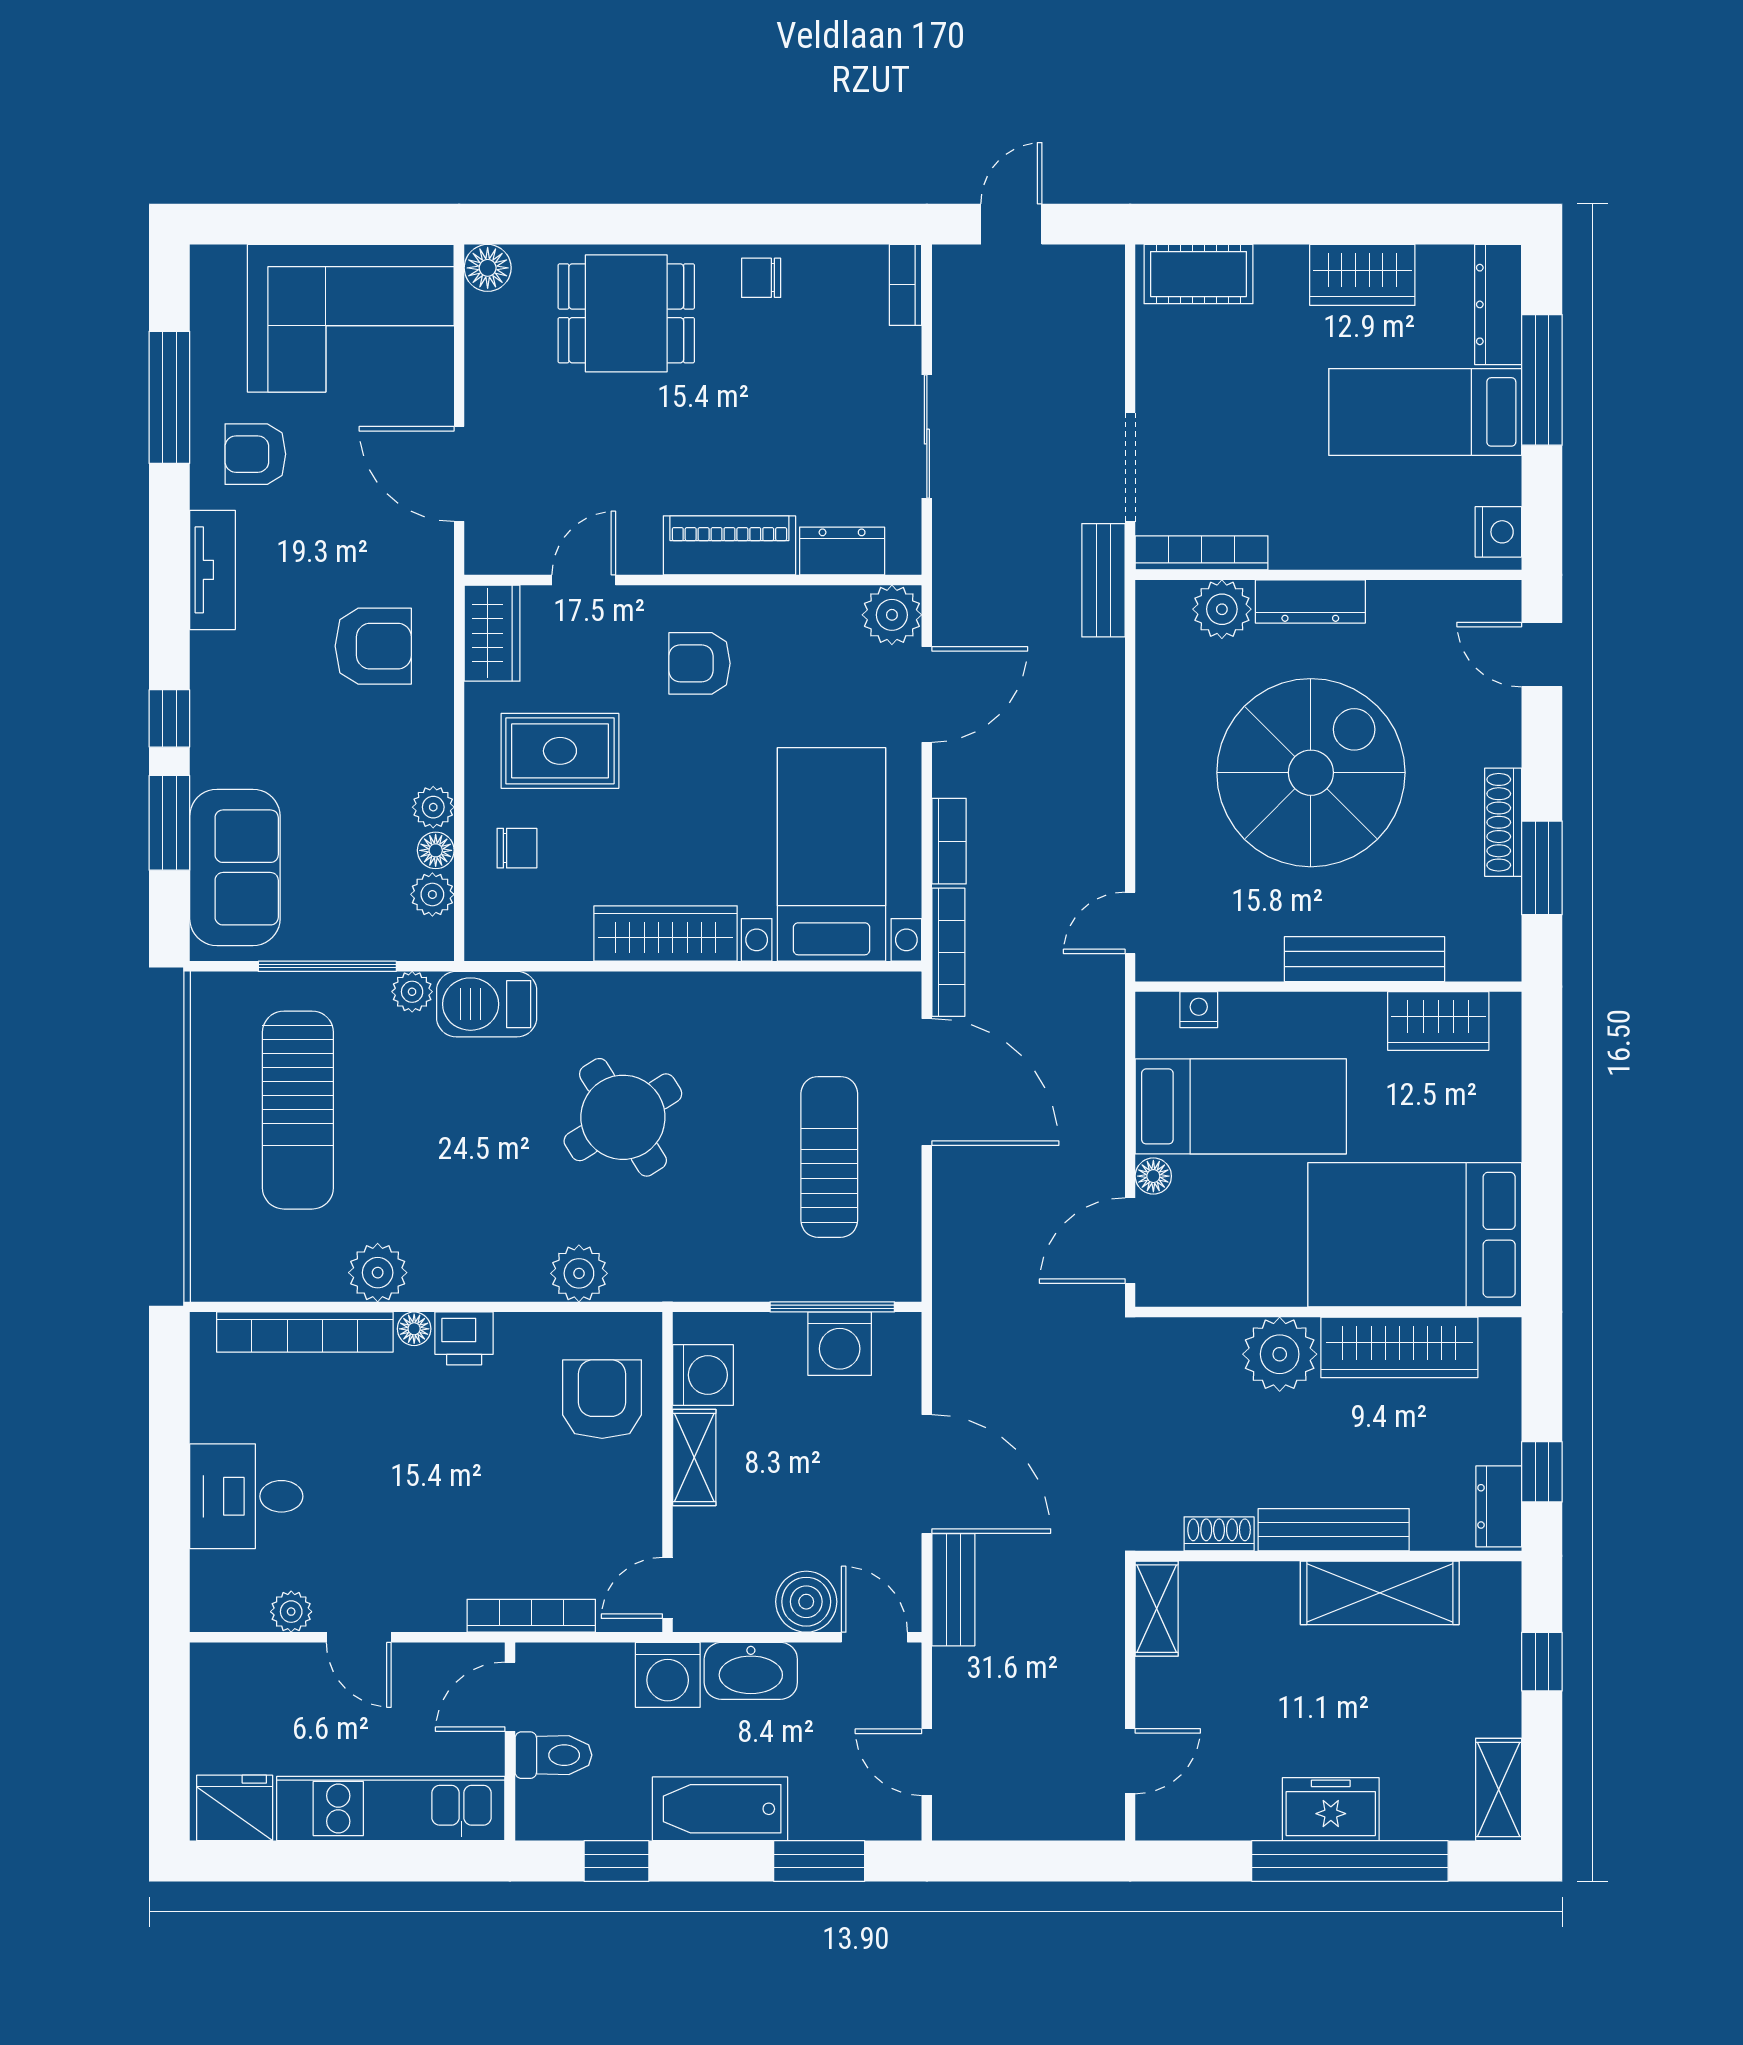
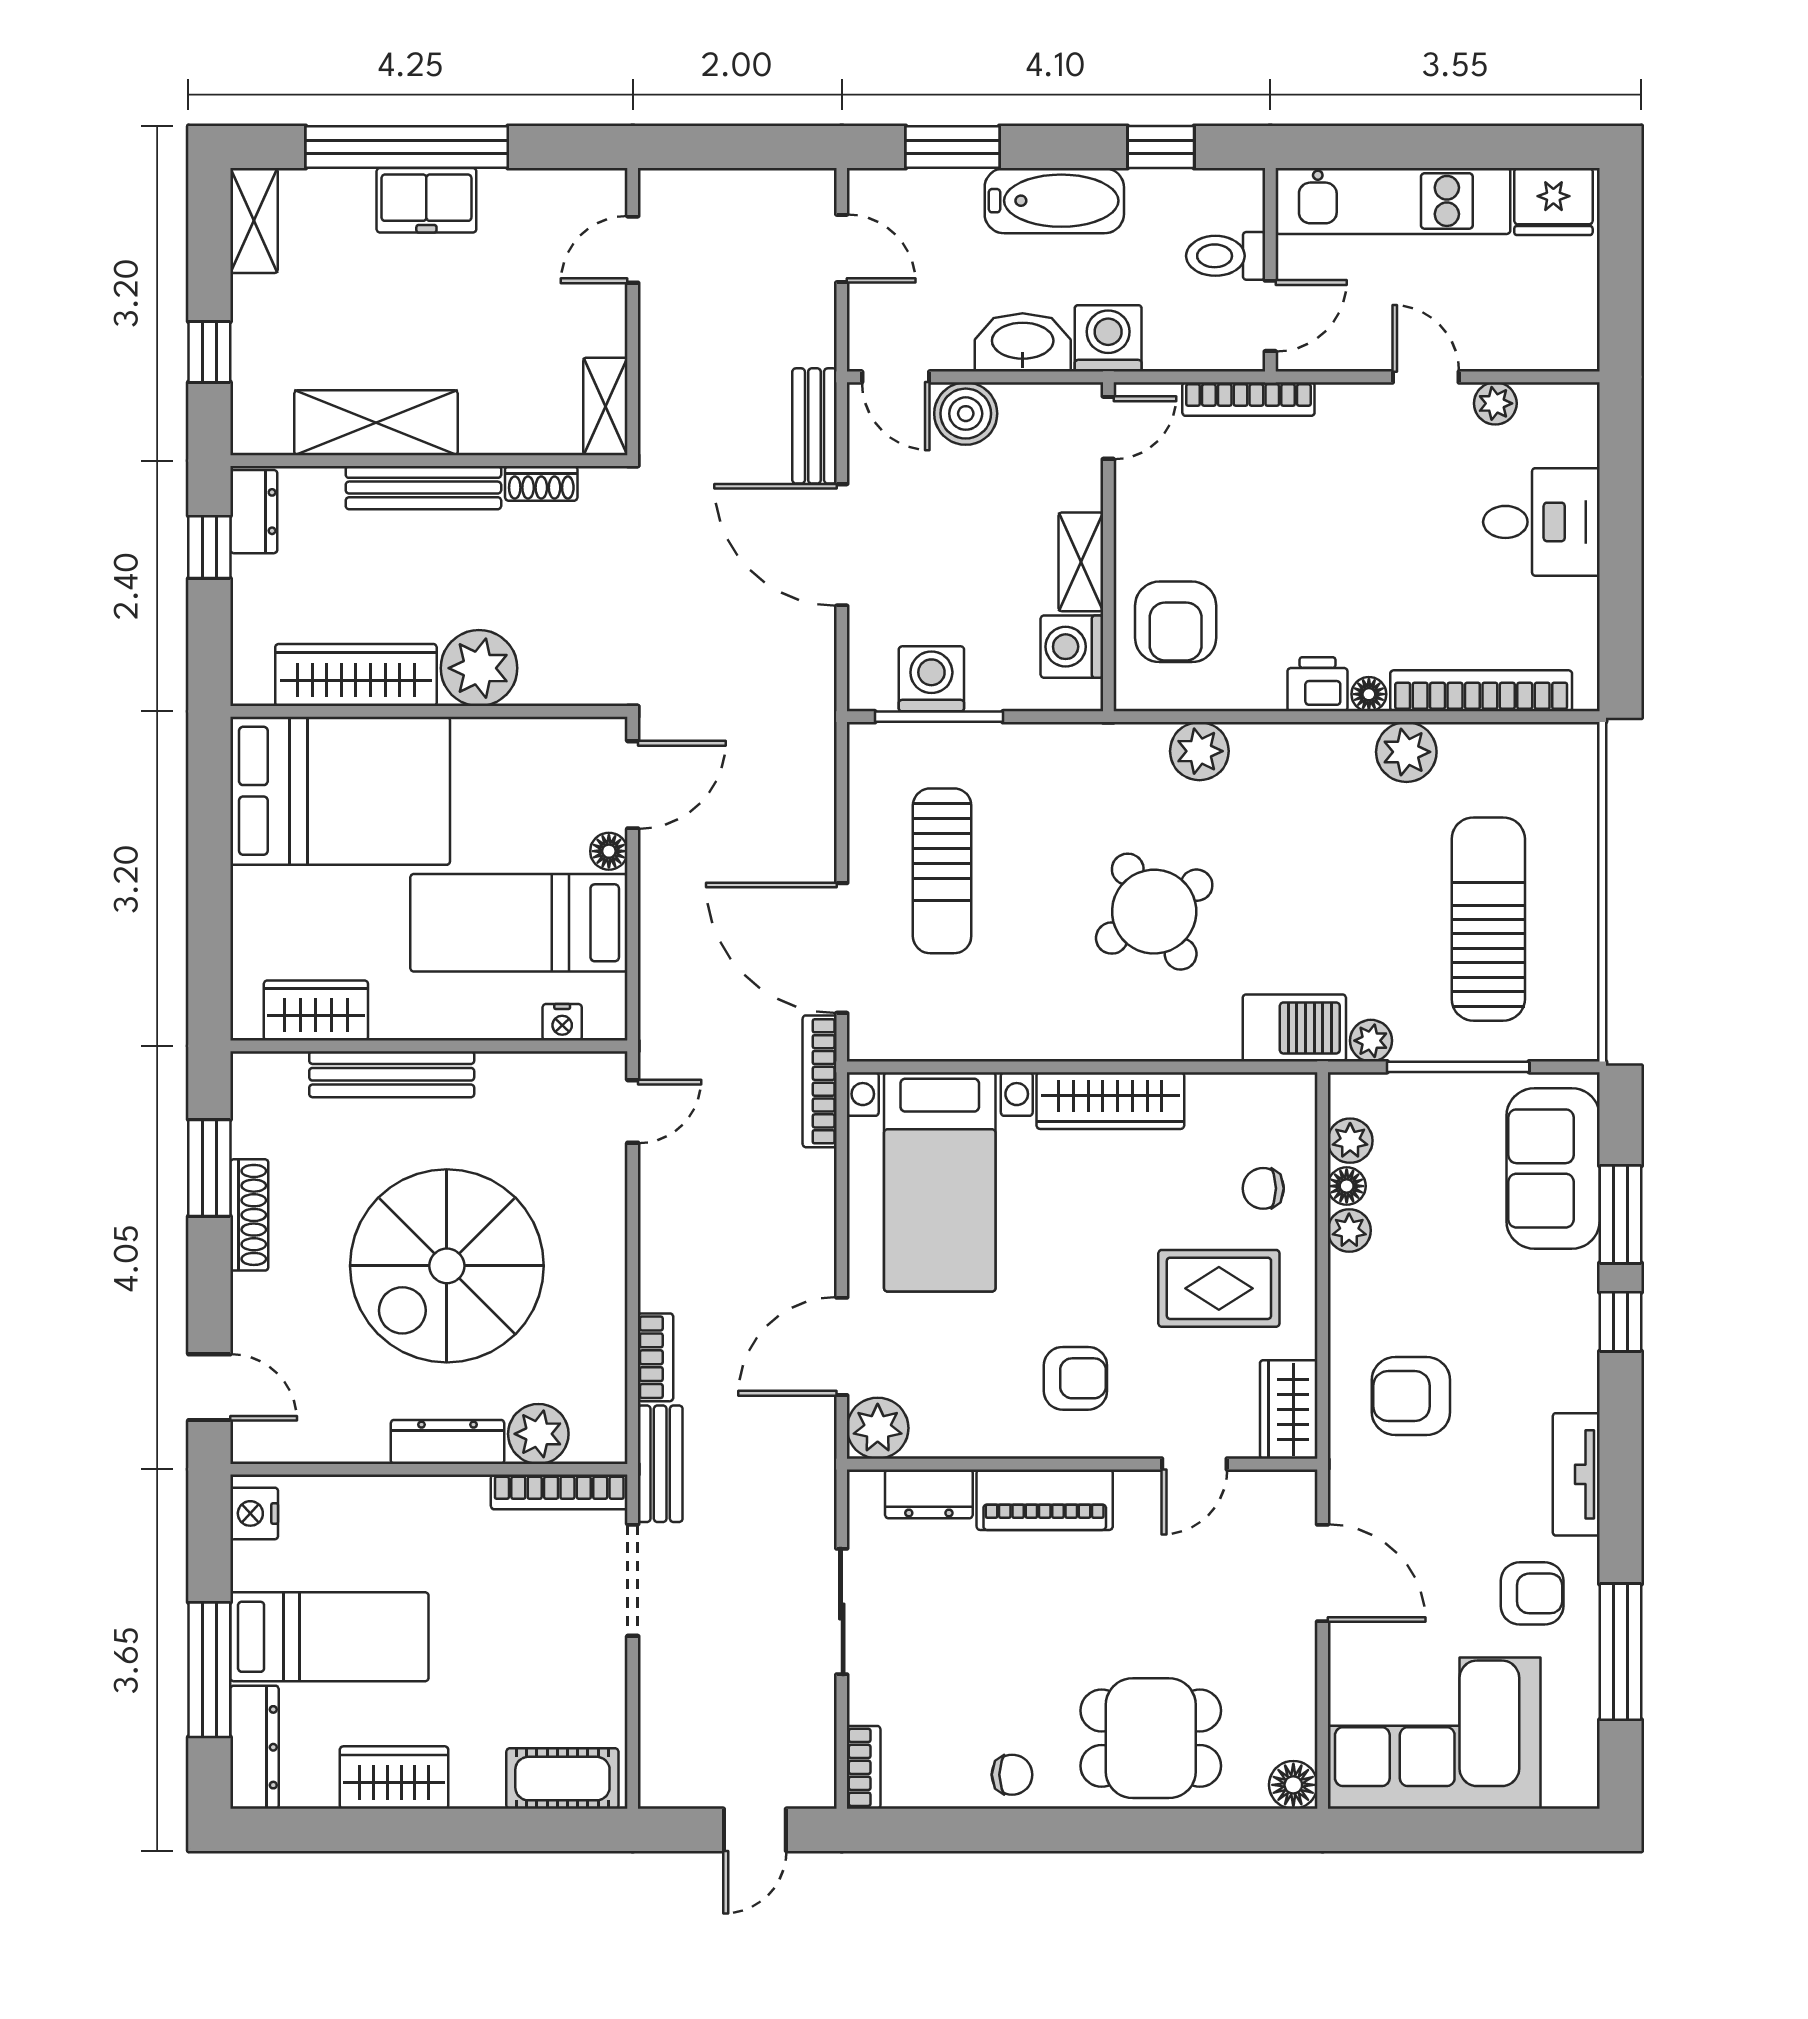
bookcase: (949, 841) -> (656, 1357), moved, turned 180

